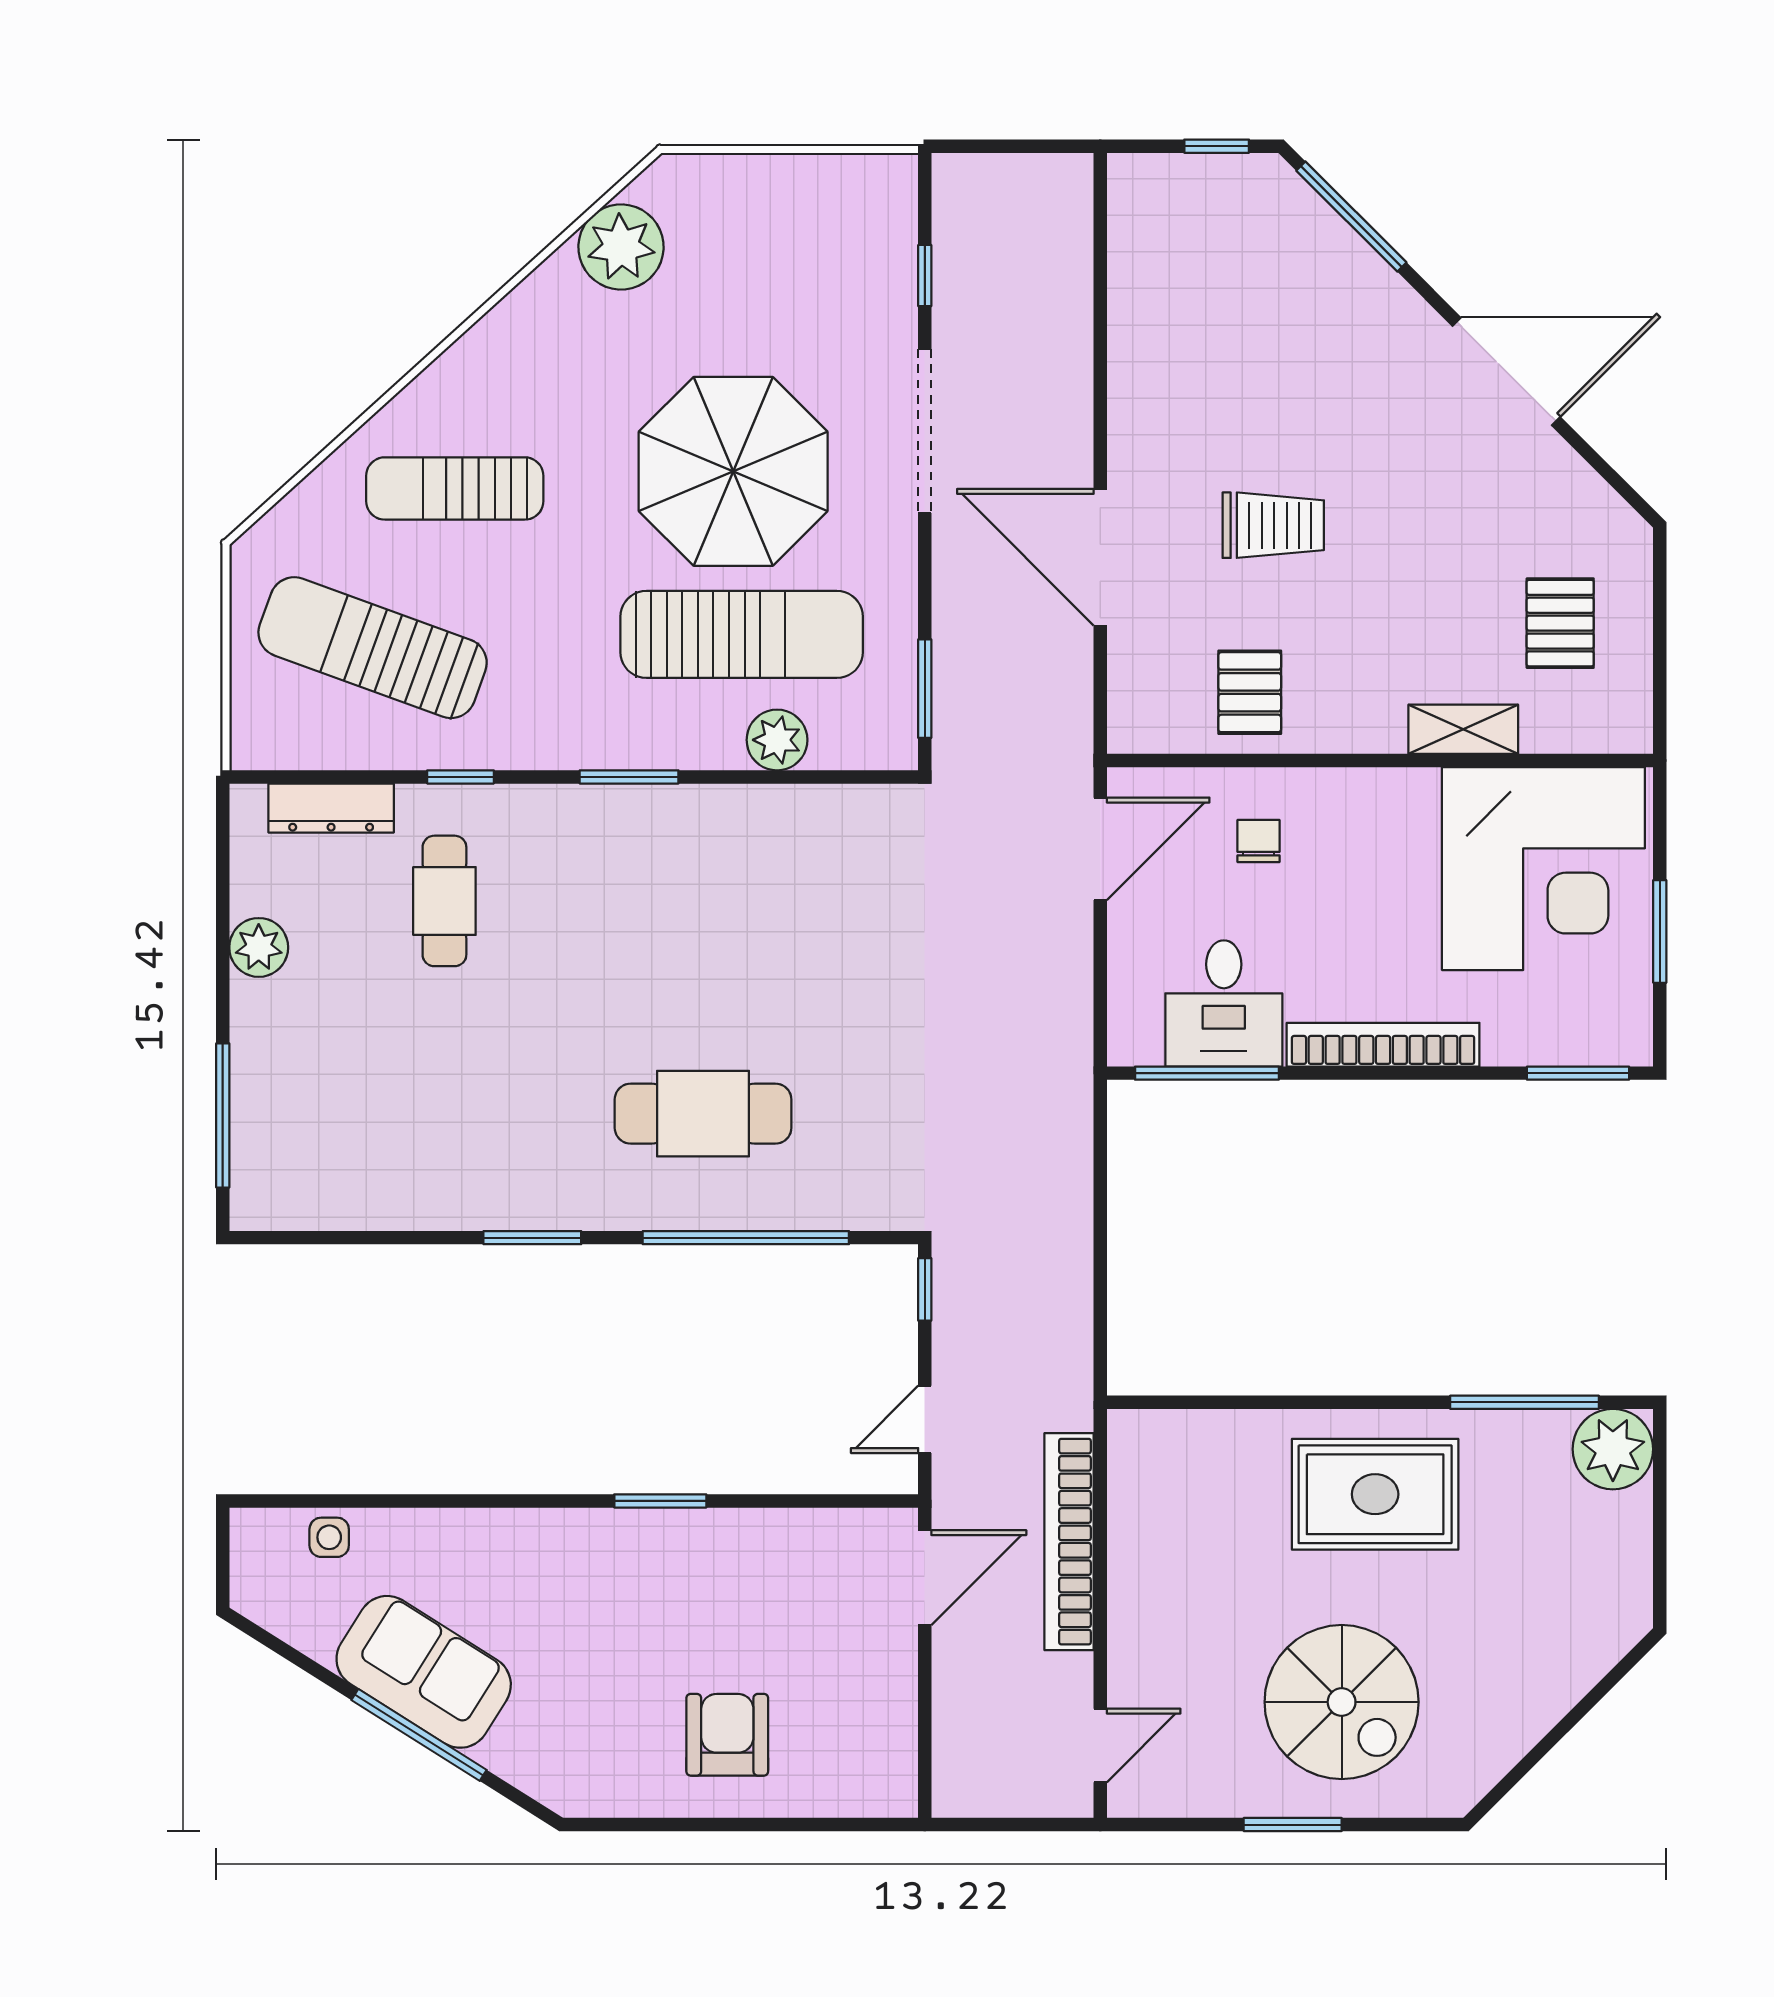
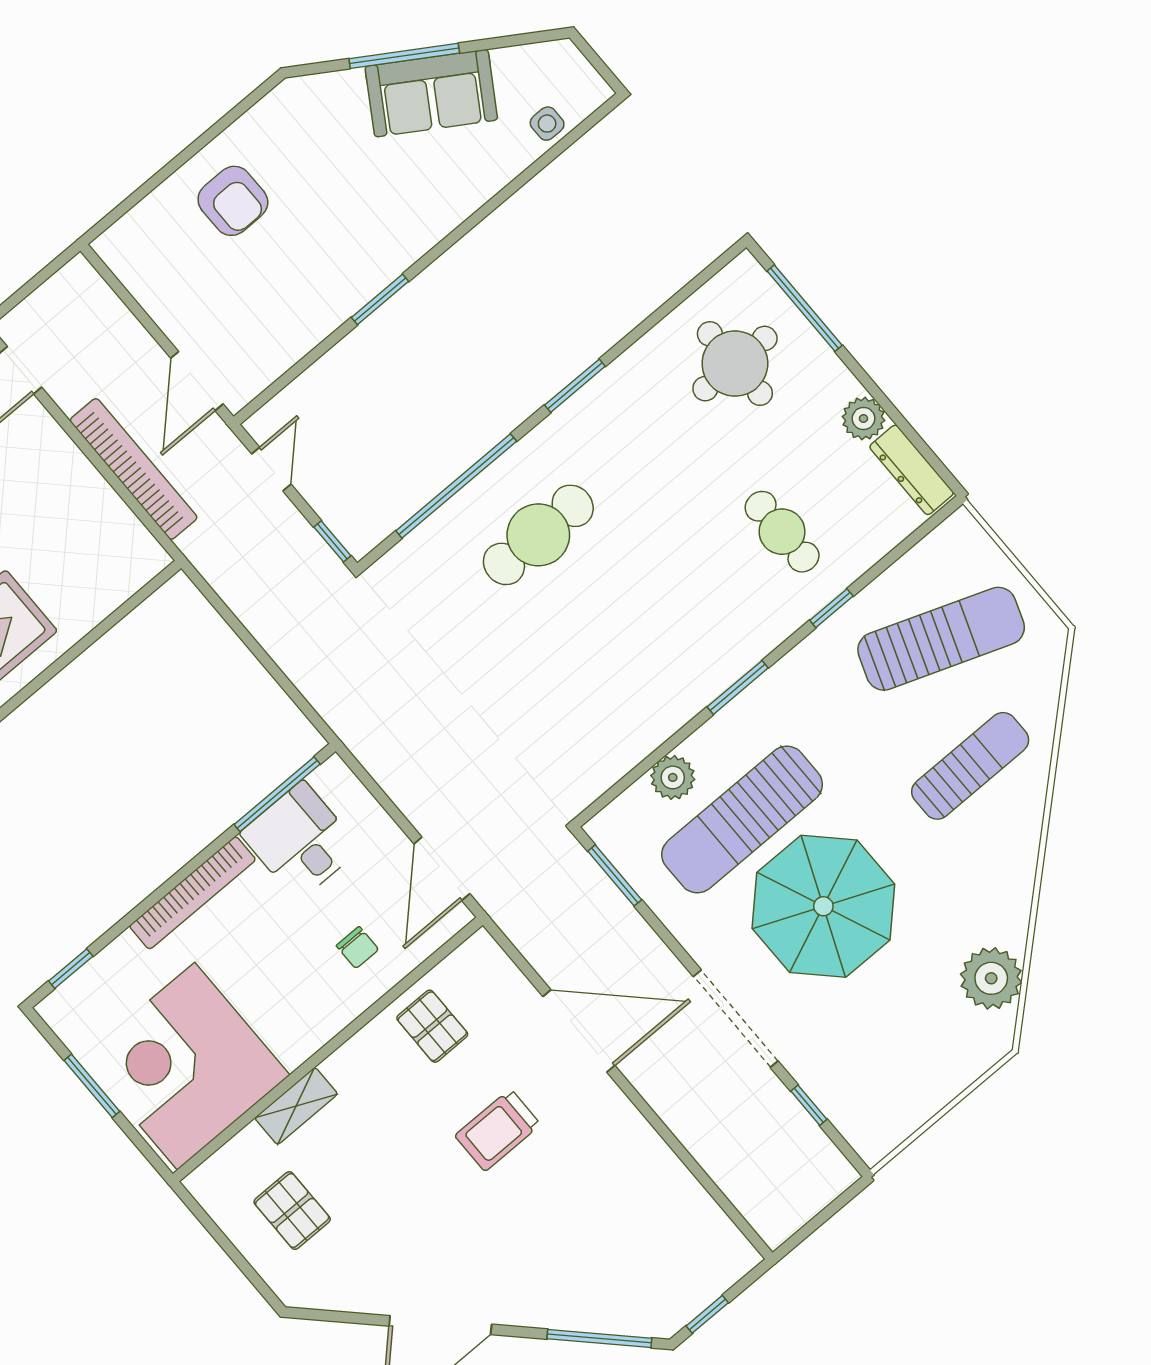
dresser: (331, 808) -> (912, 470), moved, turned -90
window: (1578, 1073) -> (71, 969), width x0.67
round table: (345, 1119) -> (735, 364), added

